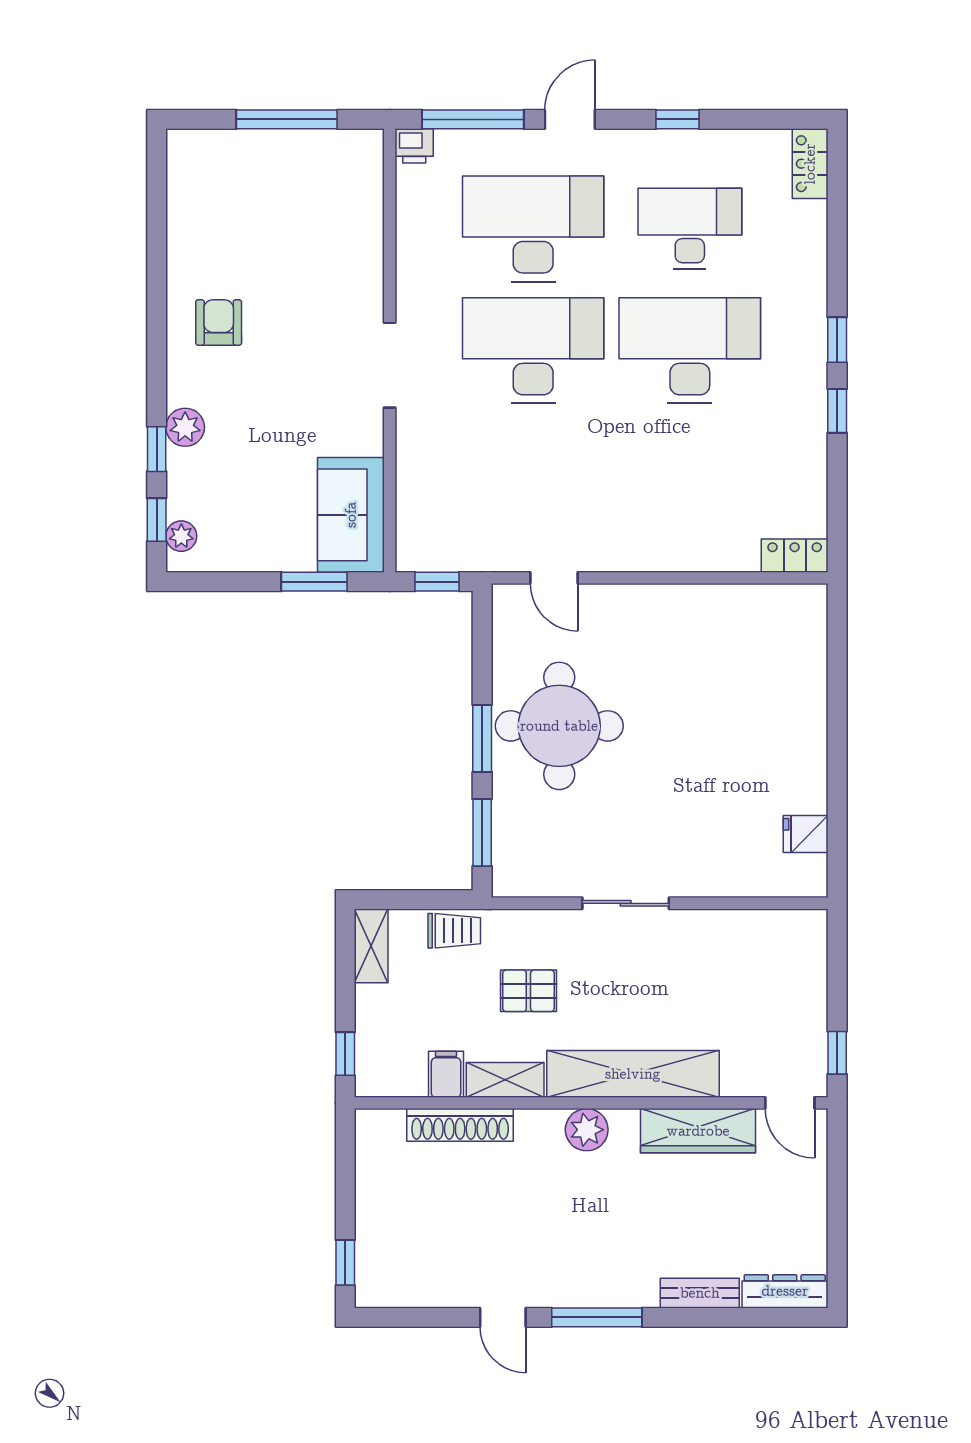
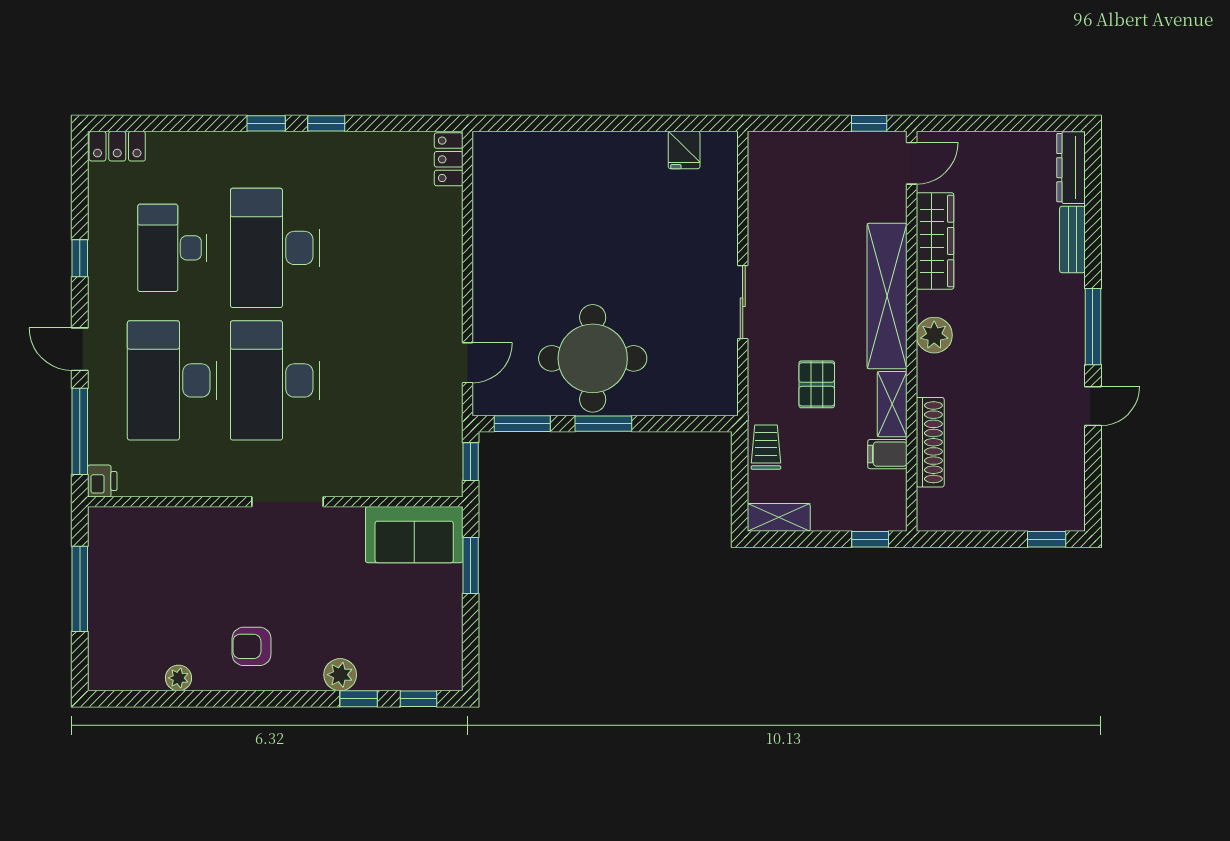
plant: (181, 536) -> (179, 678), moved
window: (482, 833) -> (522, 424), moved

